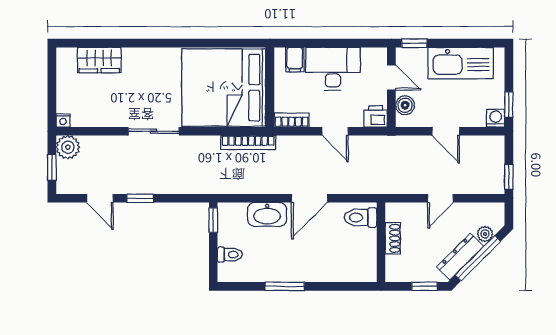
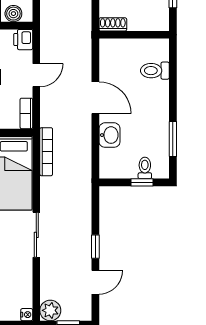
washbasin: (267, 214) -> (109, 135), width x0.72
toilet: (361, 218) -> (155, 71), moved, turned 90
window: (213, 220) -> (142, 182), moved
shoe rack: (393, 238) -> (113, 24), moved
window: (285, 286) -> (173, 139), moved

